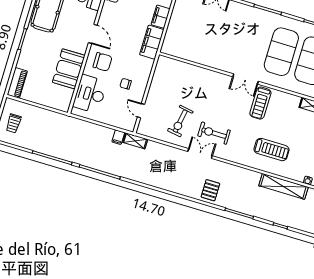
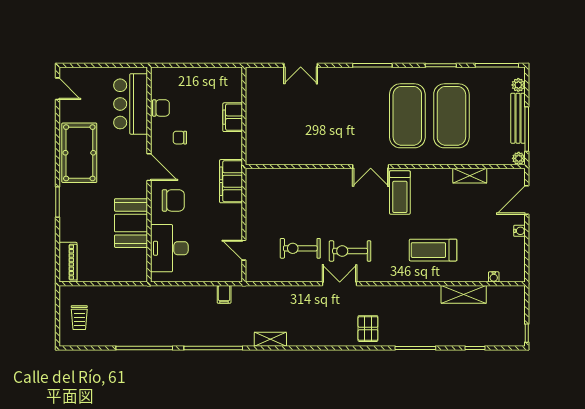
filing cabinet: (152, 42) -> (231, 181), moved
chair: (126, 84) -> (180, 138), moved
exercise bike: (180, 121) -> (300, 248), turned 80
shelving: (135, 141) -> (270, 339), moved
treadmill: (272, 150) -> (433, 250), turned 180
shelving: (283, 186) -> (464, 294), width x0.68

